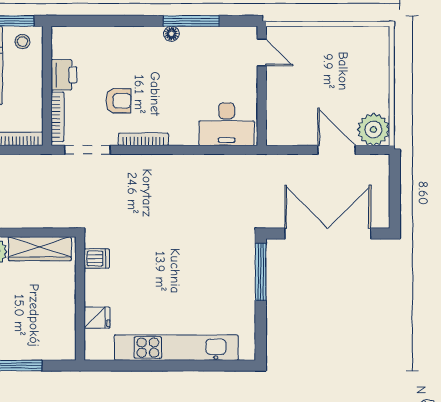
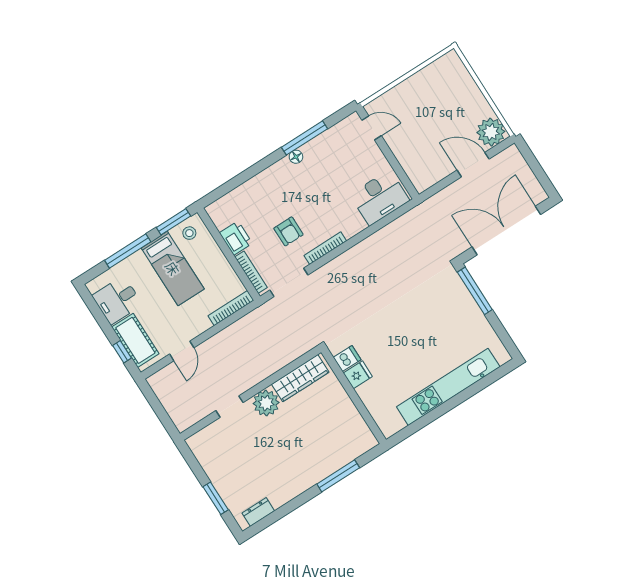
armchair: (118, 101) -> (288, 231), turned 90
fridge: (97, 318) -> (358, 375), moved

